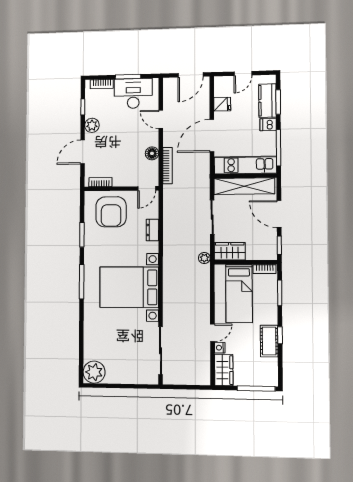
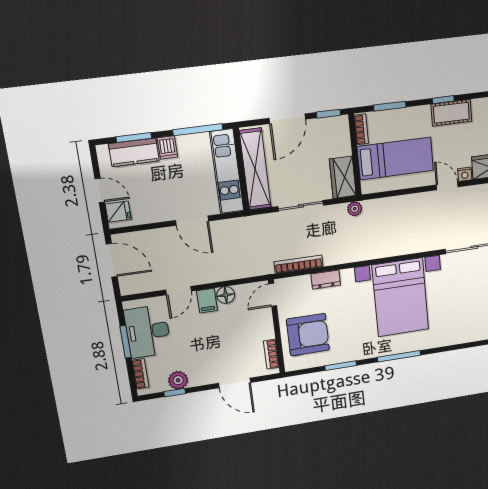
fridge: (222, 104) -> (118, 212), moved, turned 90
plant: (92, 125) -> (178, 380), moved
door: (212, 136) -> (192, 221), width x0.73
filing cabinet: (150, 139) -> (207, 301), added
bookcase: (167, 166) -> (299, 264), moved
door: (147, 188) -> (273, 295), swing flipped

